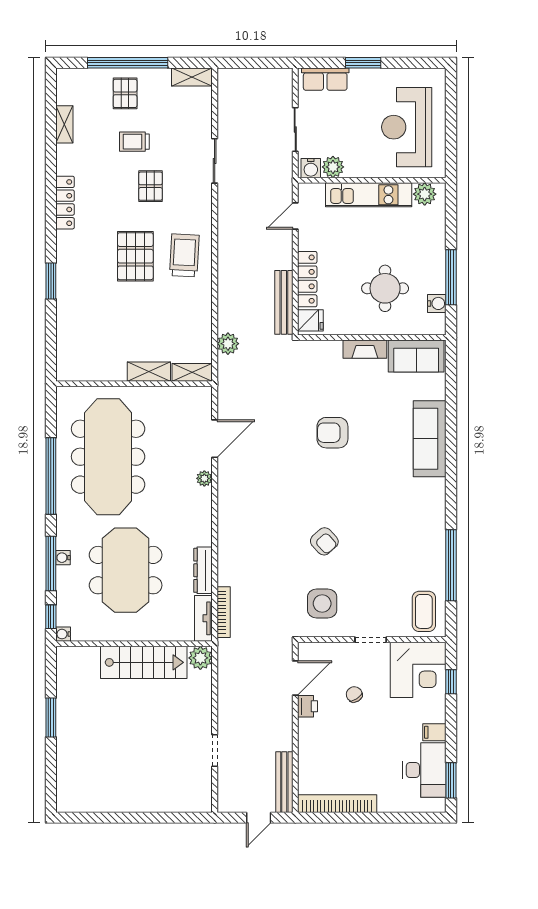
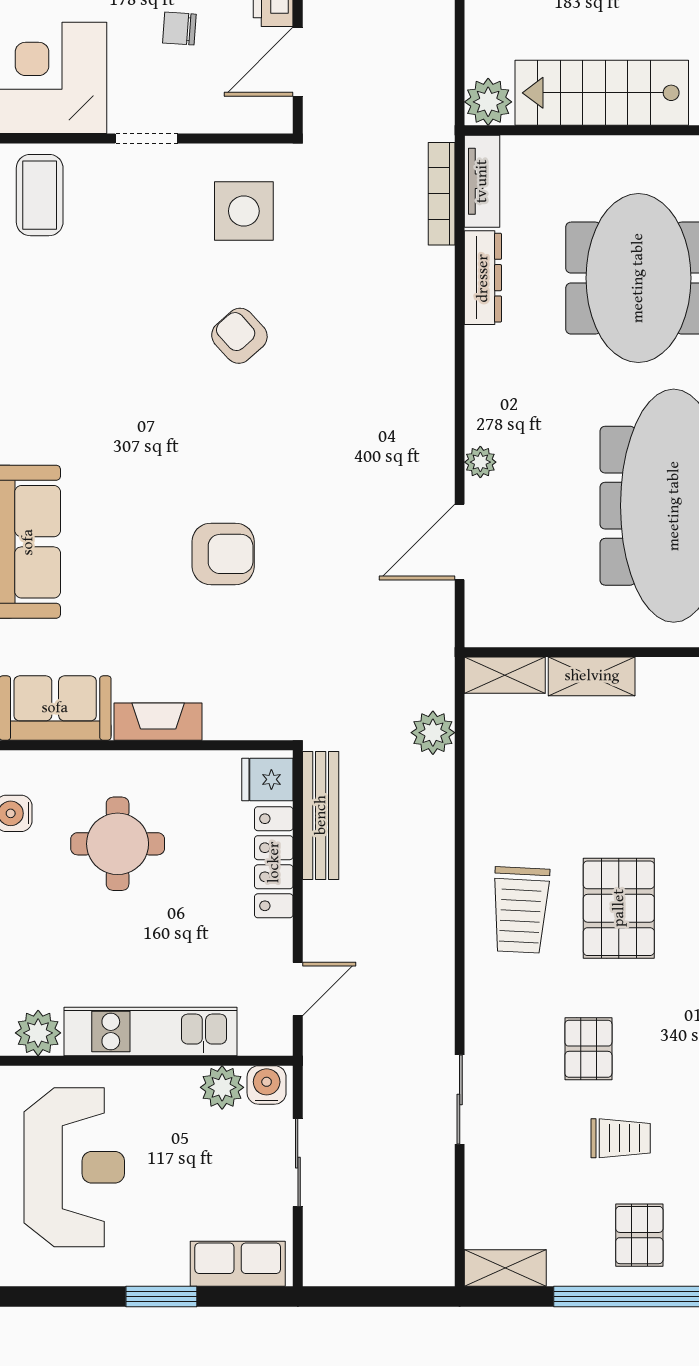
chair: (354, 694) -> (179, 29), turned 127

